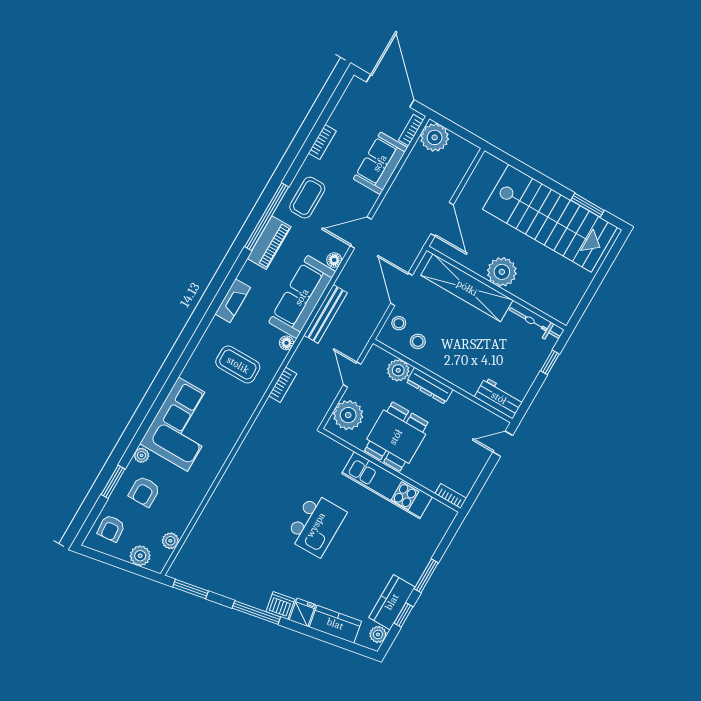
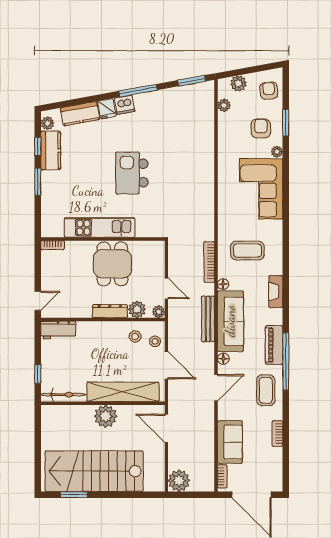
plant: (435, 137) -> (179, 481), moved
bookcase: (283, 385) -> (209, 262), width x1.56
plant: (348, 415) -> (159, 312), moved, width x0.53, depth x0.53

